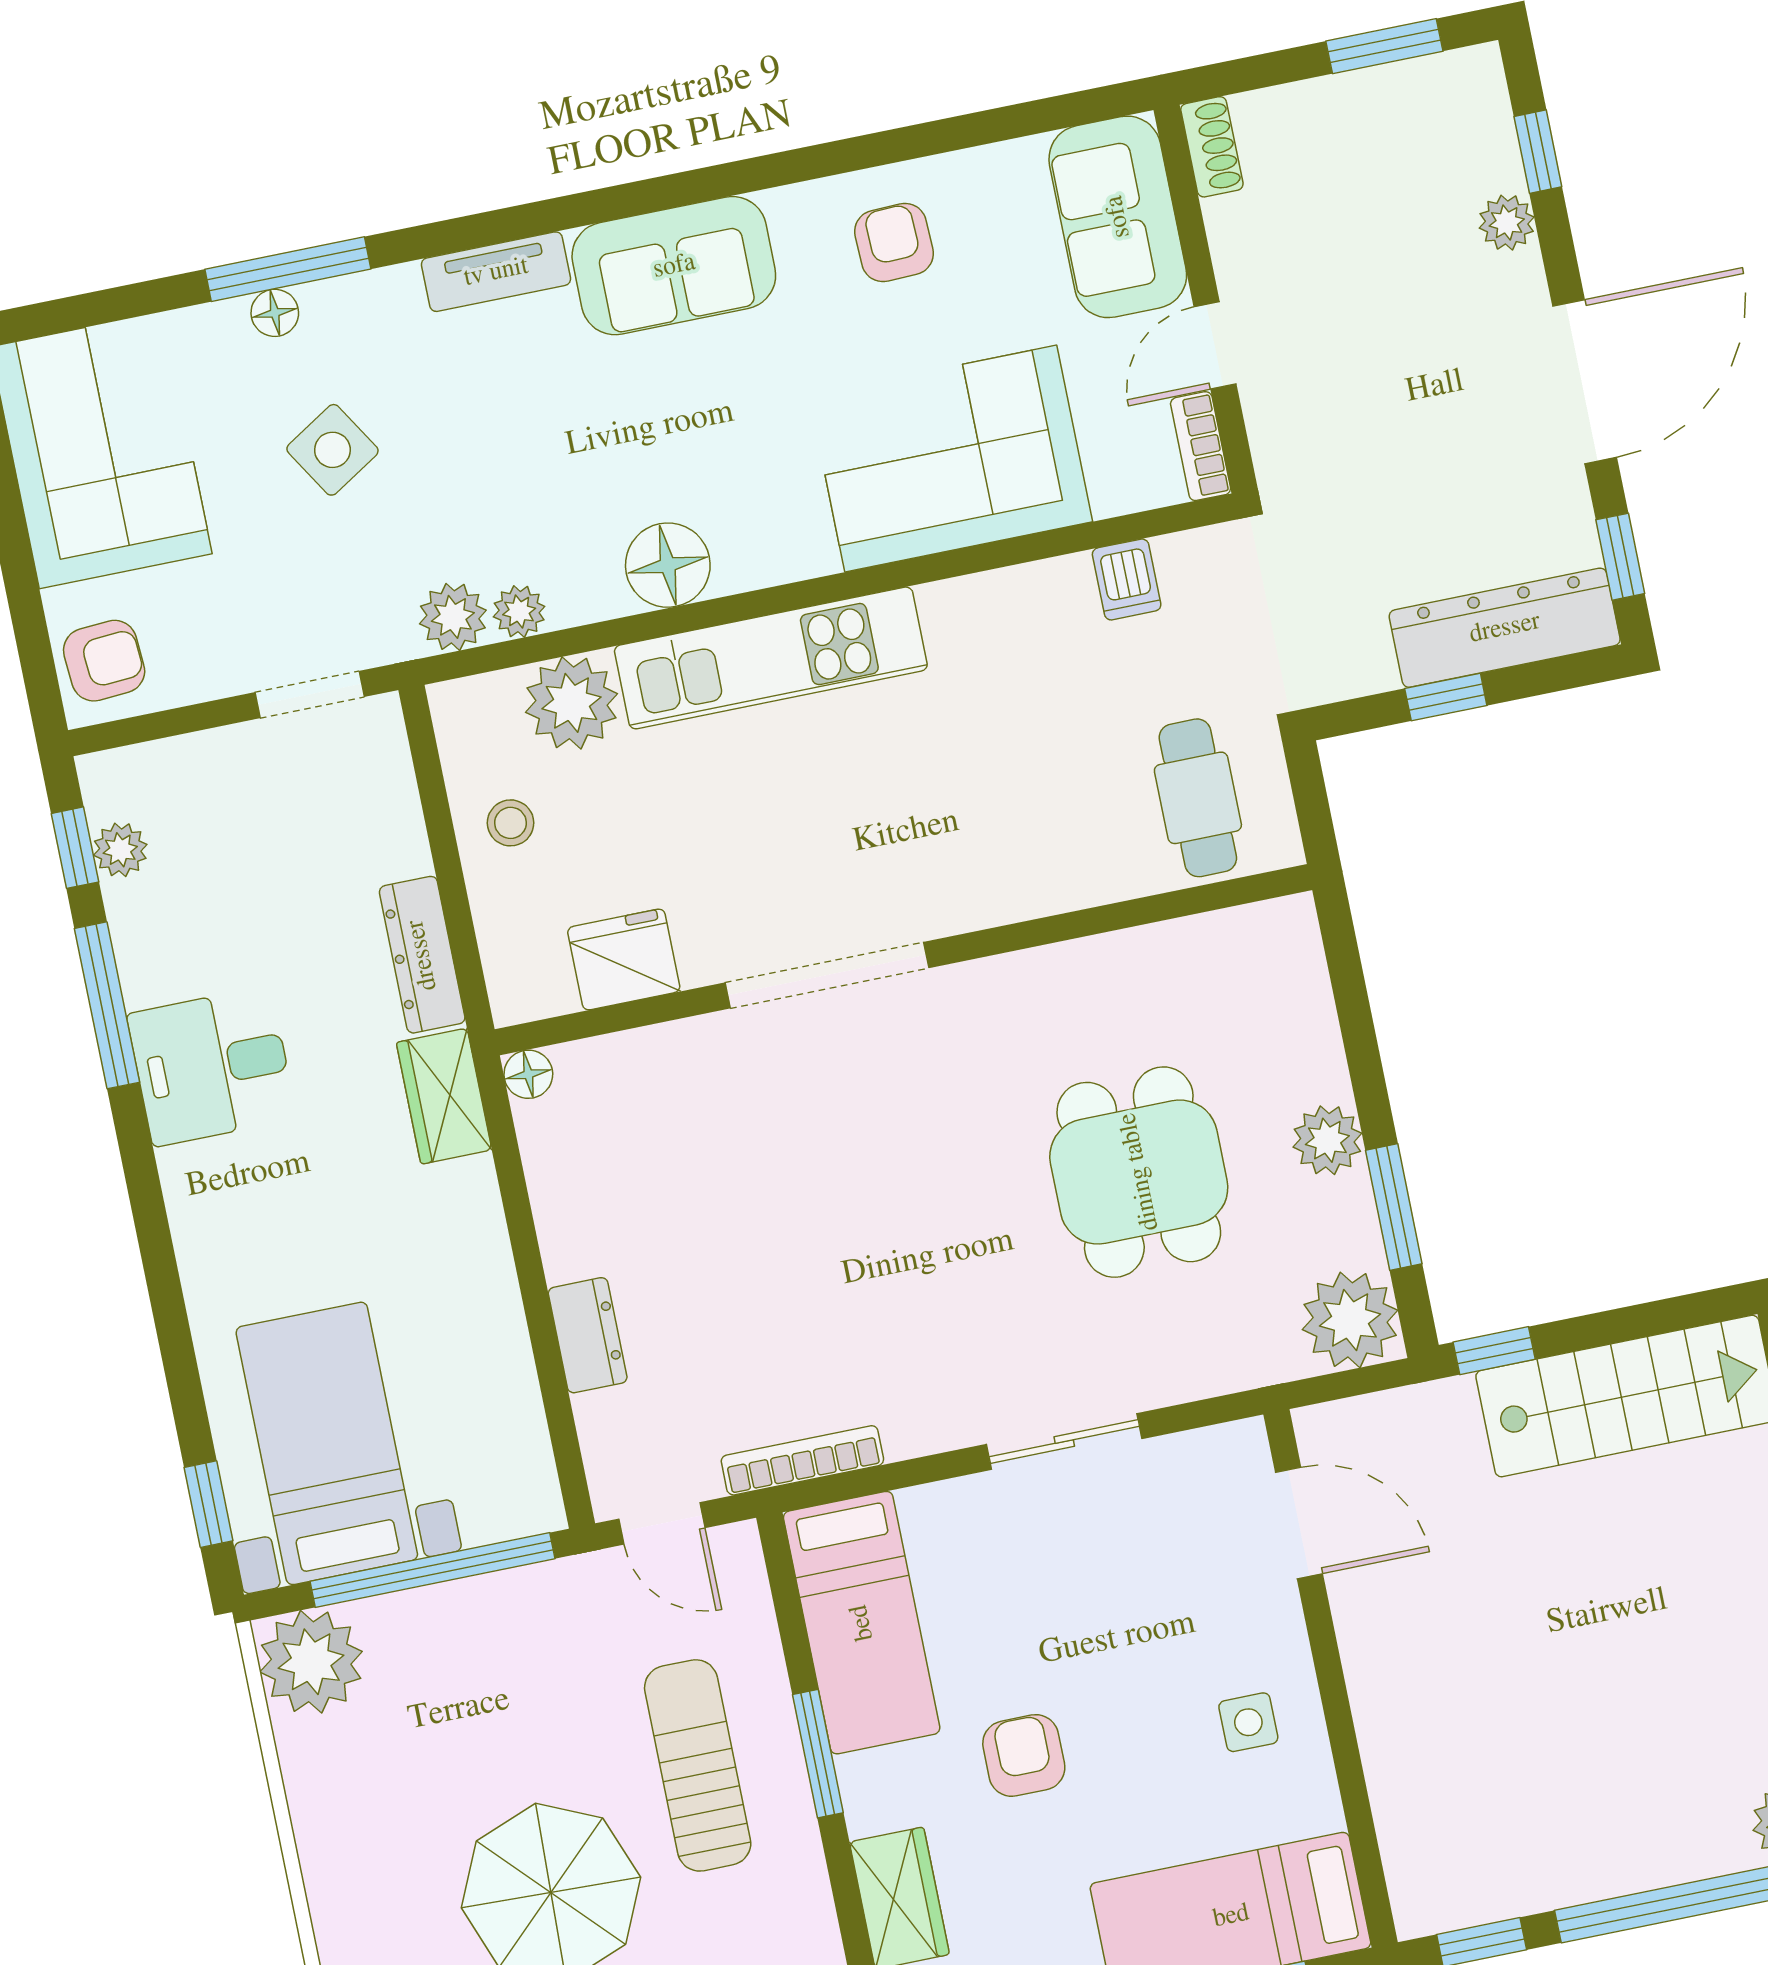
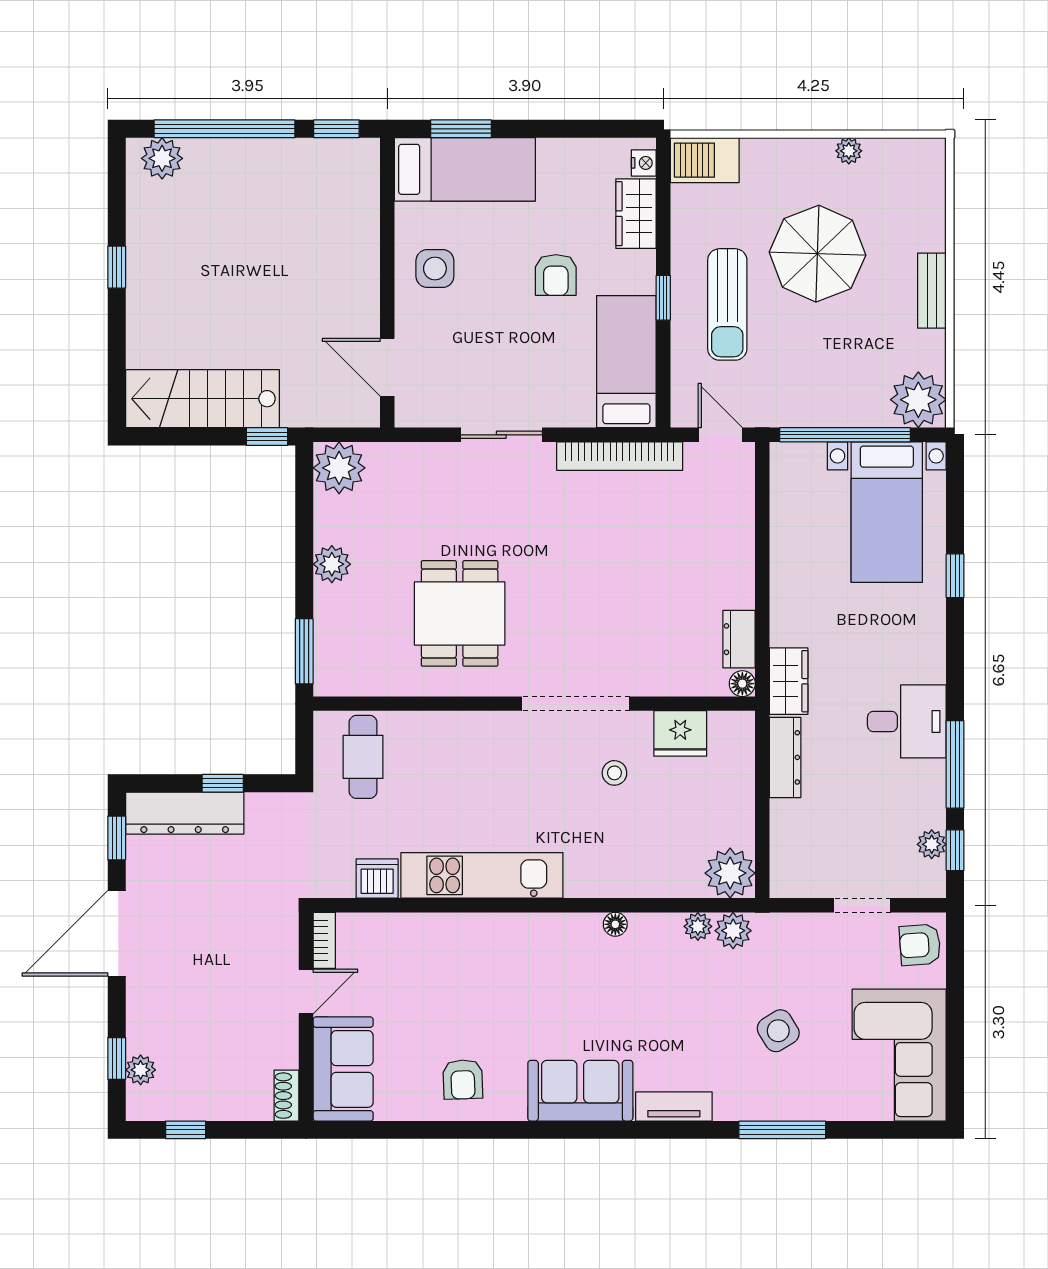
window: (1384, 46) -> (186, 1130), width x0.67
plant: (1507, 223) -> (141, 1070), moved
floor lamp: (275, 313) -> (794, 1108), removed
corner sofa: (951, 459) -> (456, 960), removed
floor lamp: (668, 565) -> (615, 924), width x0.53, depth x0.53
dishwasher: (1127, 579) -> (377, 879), width x1.38
kitchen unit: (771, 658) -> (482, 875), moved
doorway: (310, 695) -> (862, 905), moved
plant: (571, 703) -> (730, 873), moved
stool: (511, 823) -> (614, 773), moved
dining table: (1139, 1172) -> (460, 613), moved
window: (1394, 1207) -> (304, 651), moved
dresser: (588, 1335) -> (739, 639), moved
bookcase: (802, 1460) -> (620, 456), width x1.48, depth x1.31
window: (209, 1504) -> (955, 576), moved
side table: (1248, 1722) -> (435, 268), width x1.37, depth x1.37
window: (818, 1754) -> (663, 298), width x0.67
bench: (327, 1867) -> (932, 291), added

